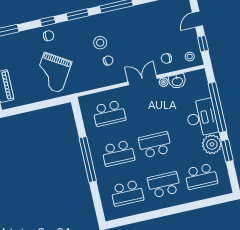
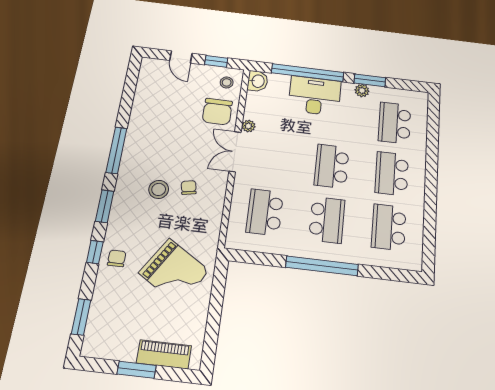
chair: (166, 58) -> (217, 112), width x1.87, depth x1.87
washbasin: (177, 81) -> (258, 81), moved
school desk: (109, 113) -> (265, 212), turned 180
plant: (212, 144) -> (362, 91), width x0.53, depth x0.53
school desk: (201, 176) -> (395, 123), turned 180
school desk: (127, 193) -> (389, 227), turned 180

